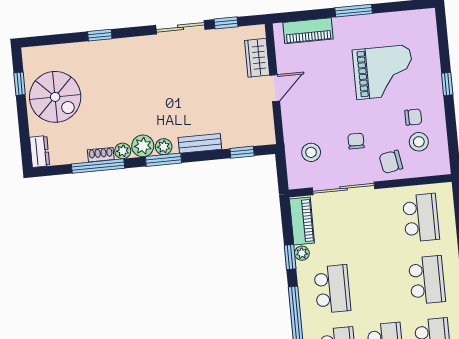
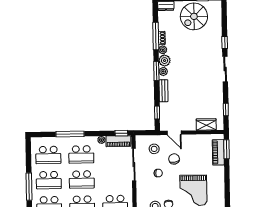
window: (354, 11) -> (227, 149), moved
sliding door: (180, 27) -> (225, 69), moved
door: (275, 88) -> (174, 133), moved
chair: (391, 162) -> (174, 159), moved
window: (290, 257) -> (121, 133), moved
school desk: (380, 284) -> (82, 180), added

